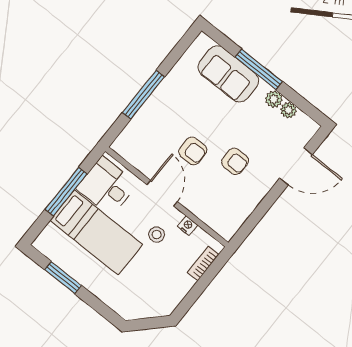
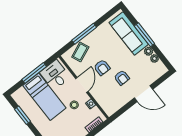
sofa: (228, 74) -> (129, 33), width x1.36
coffee table: (144, 131) -> (80, 52), added
door: (296, 166) -> (143, 94), moved

